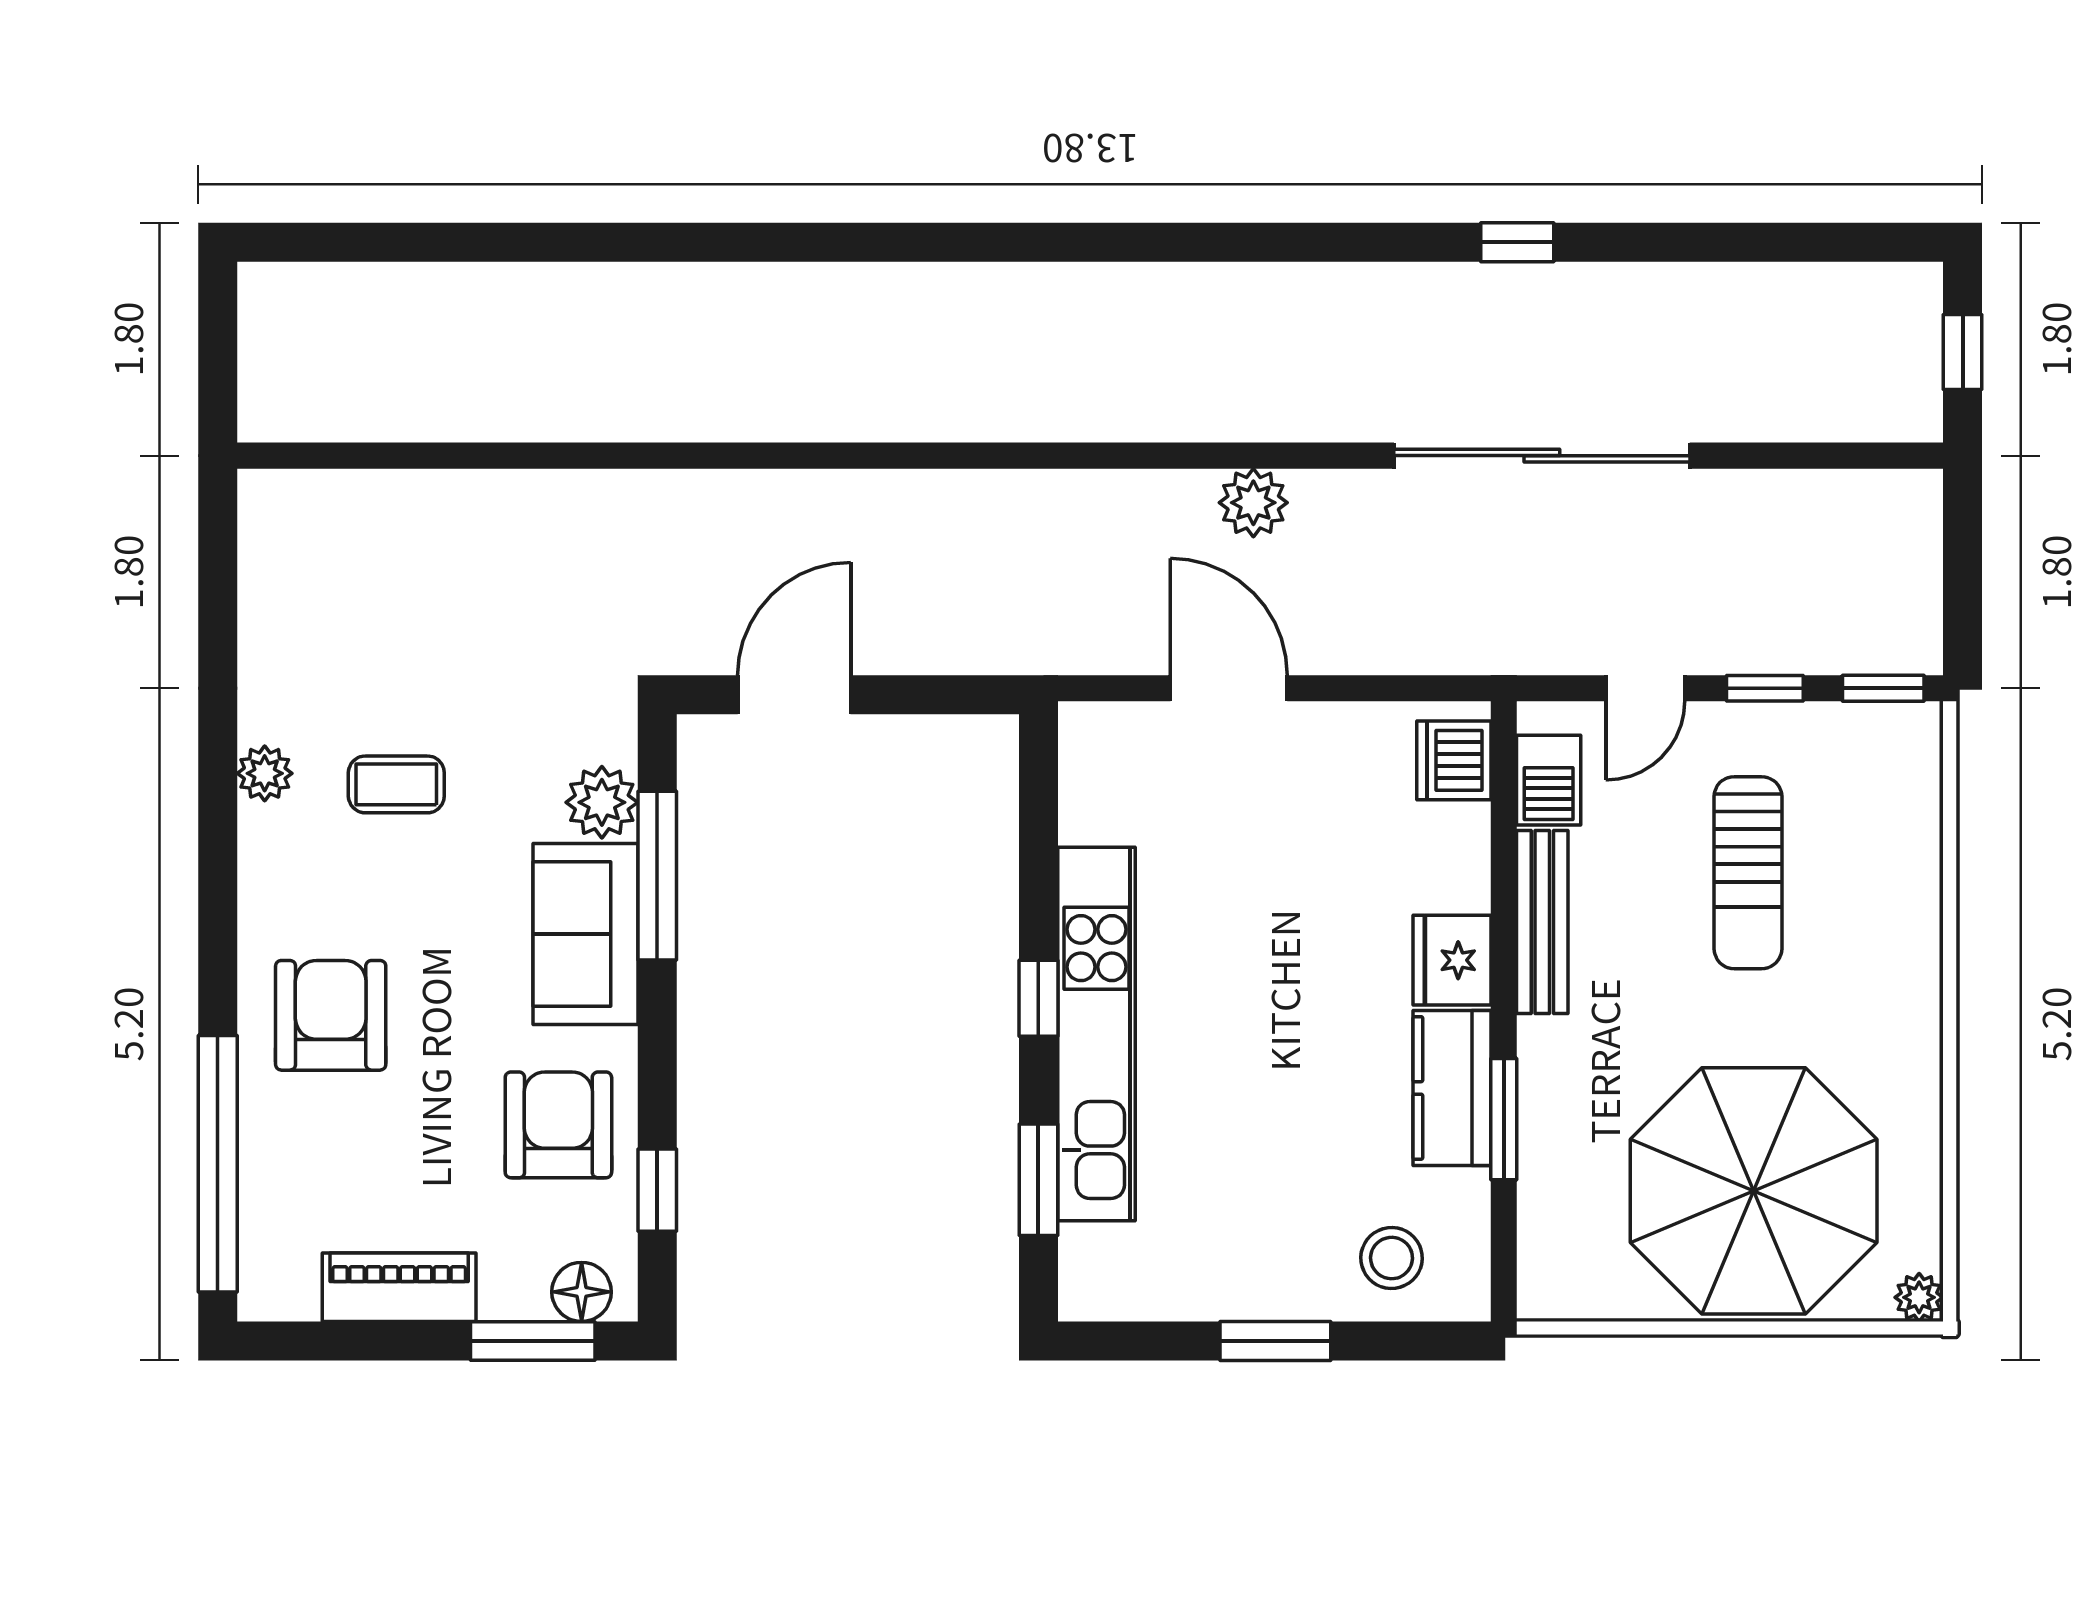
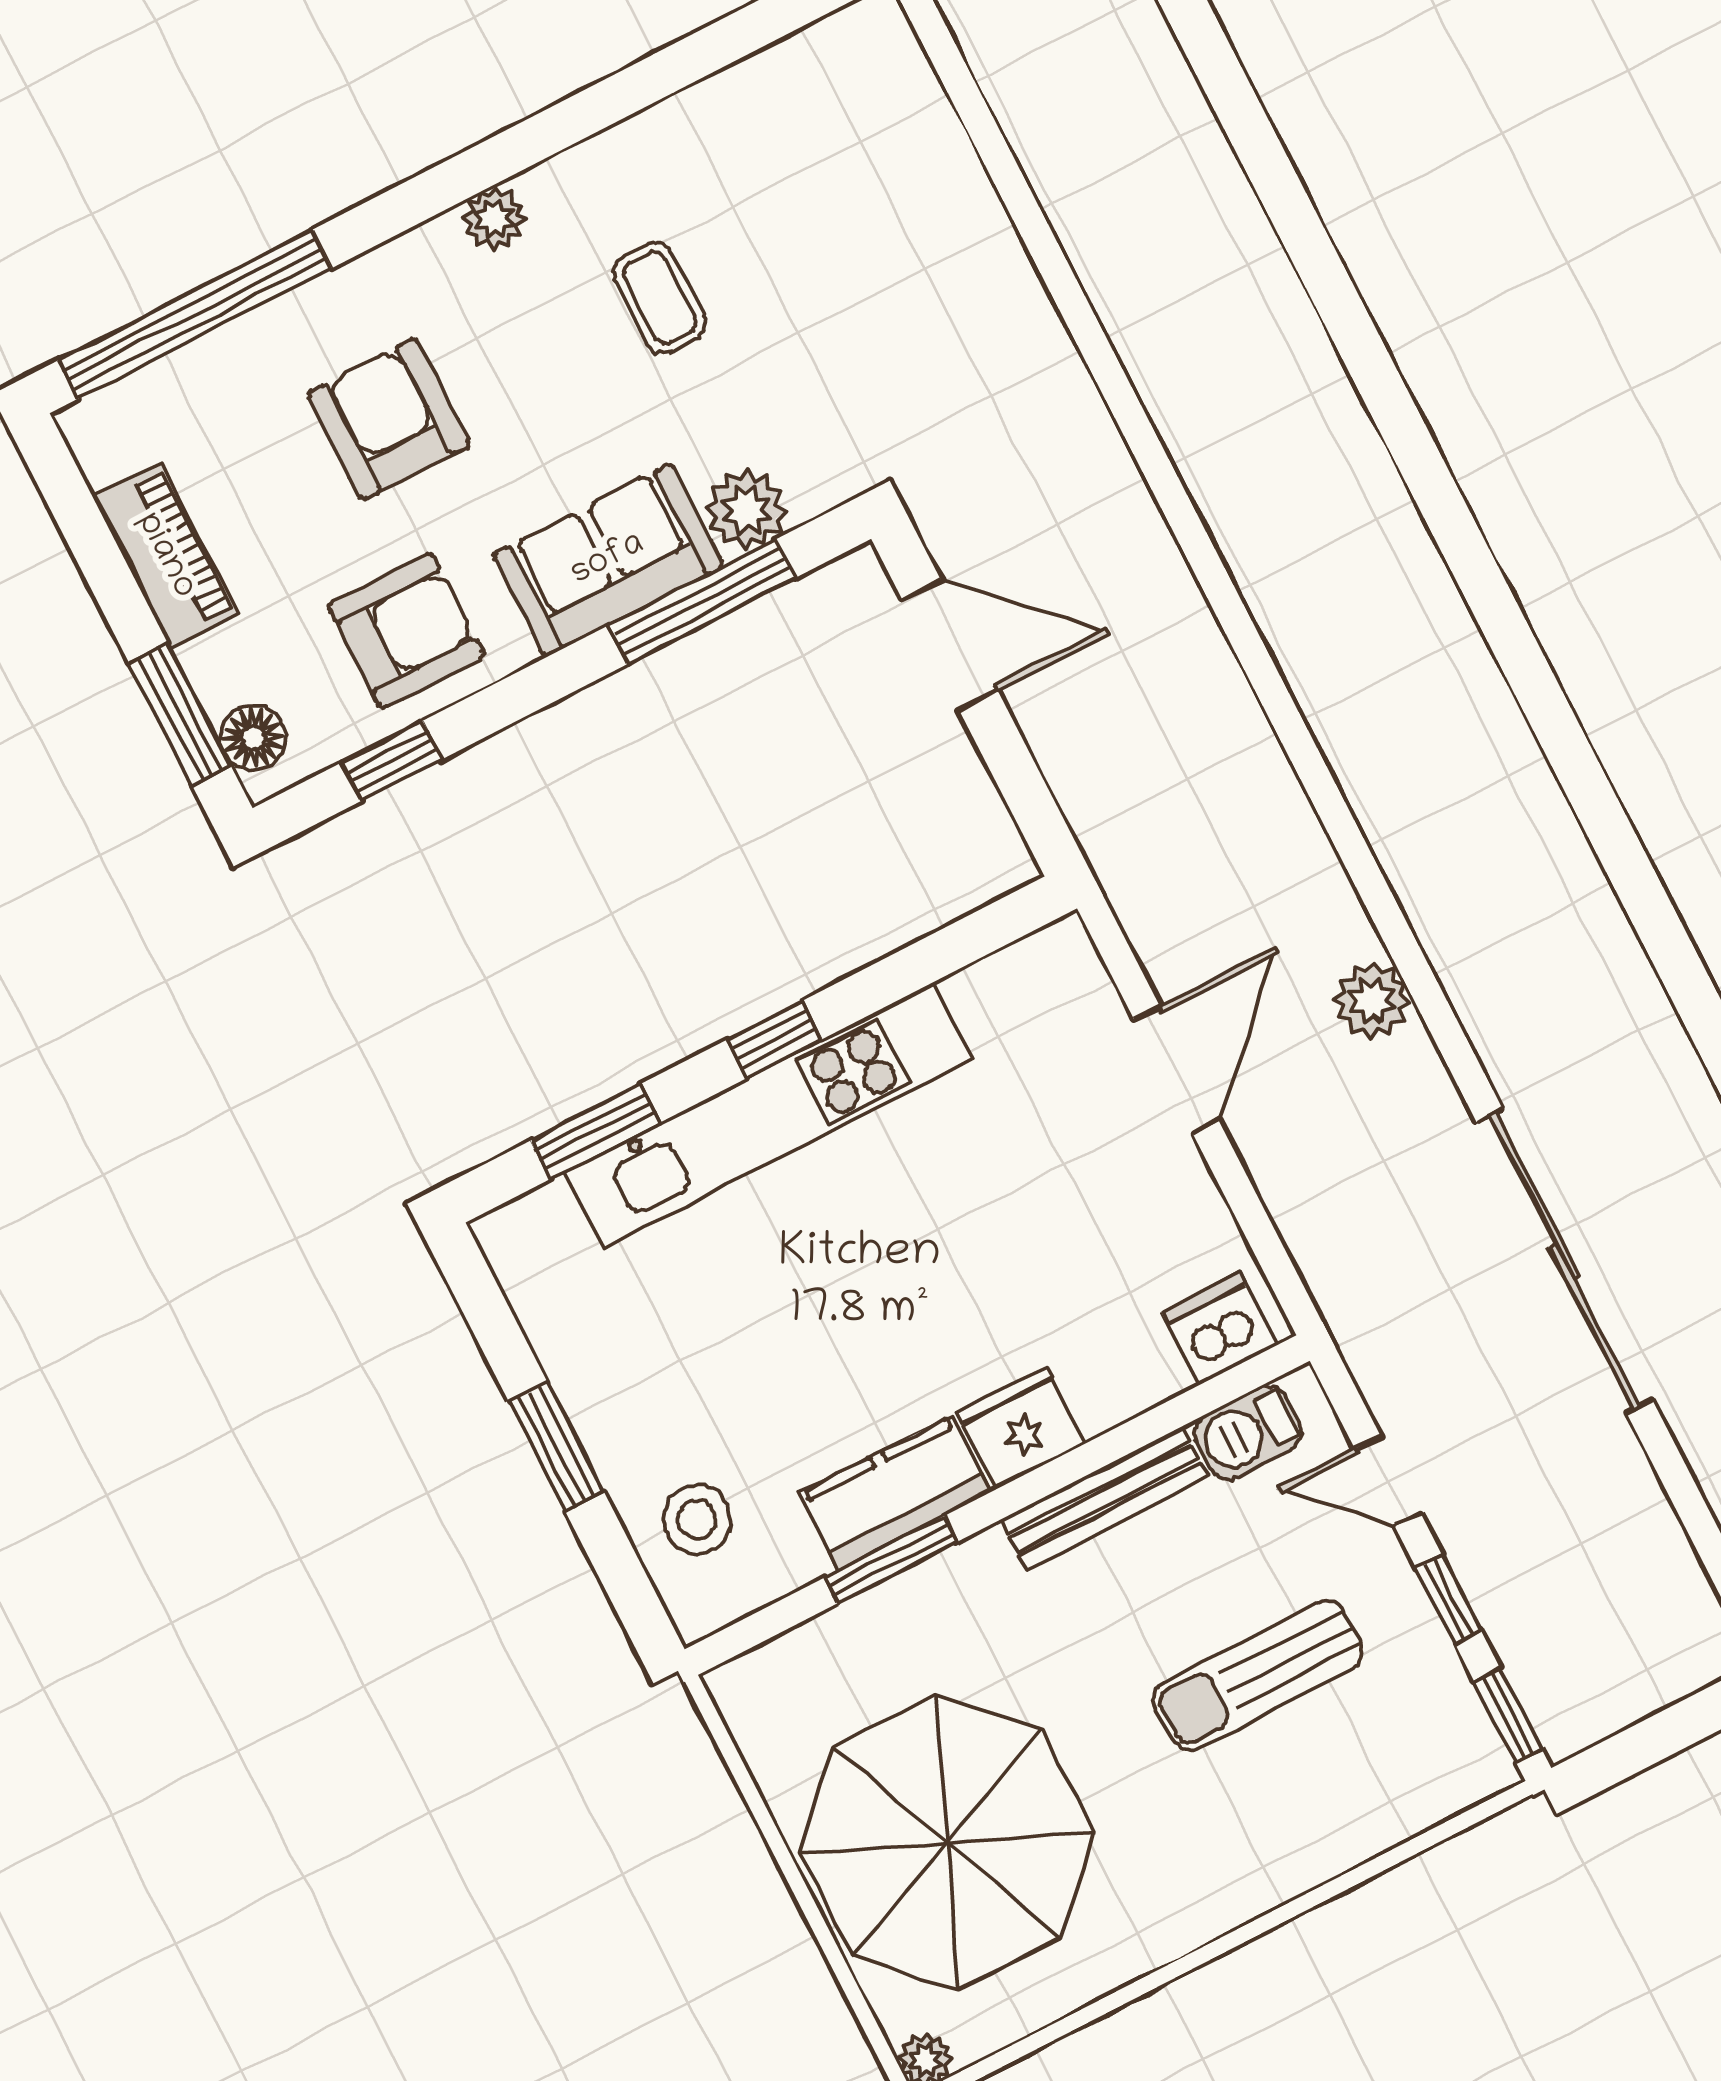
plant: (265, 773) -> (494, 219), moved
armchair: (331, 1015) -> (389, 419), moved, turned -90

